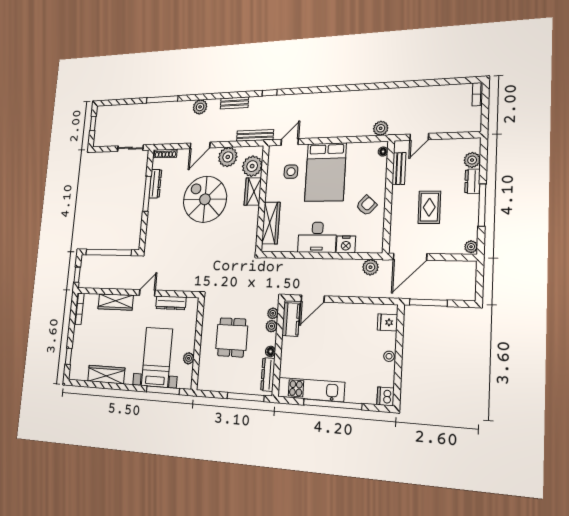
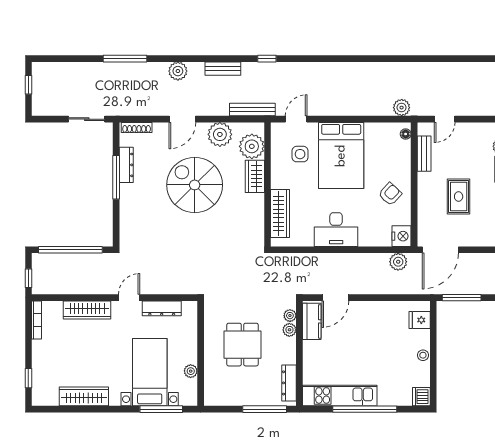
nightstand: (346, 244) -> (402, 236), moved, turned -90
floor lamp: (271, 351) -> (290, 358), removed

